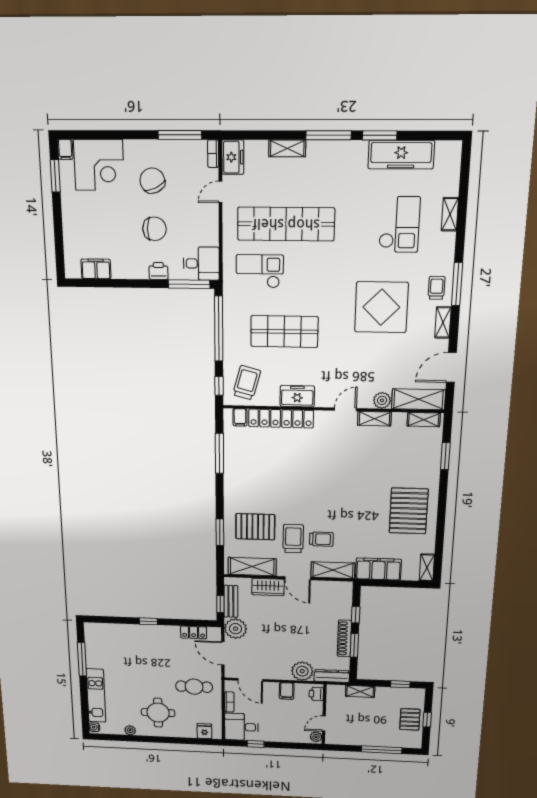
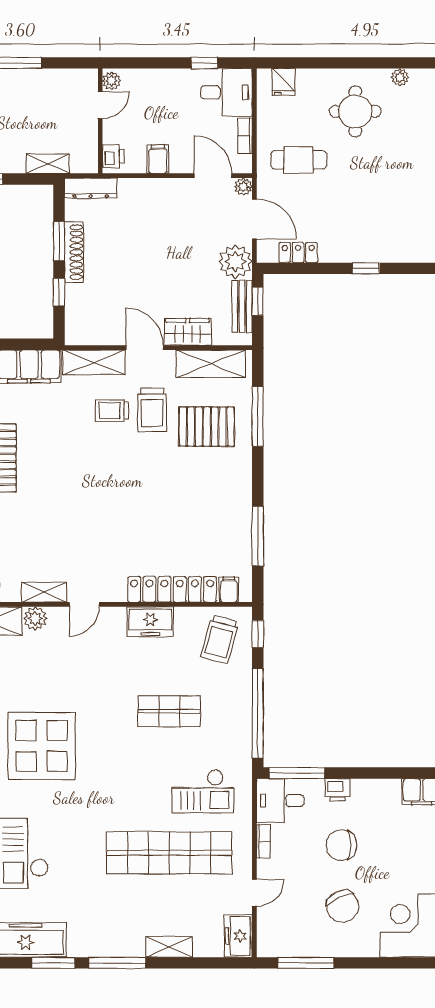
bookcase: (213, 154) -> (263, 841), moved
shop shelf: (284, 331) -> (169, 711), width x0.70, depth x0.74
window: (220, 532) -> (258, 416), width x1.44
plant: (302, 671) -> (243, 187), moved, width x0.53, depth x0.53

